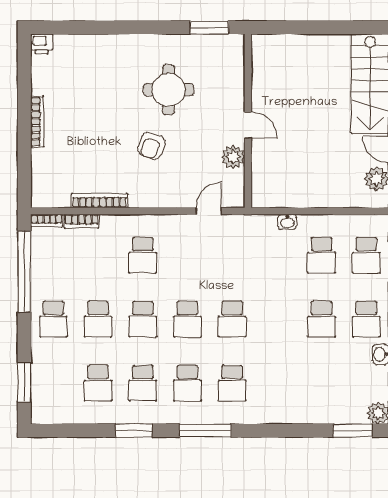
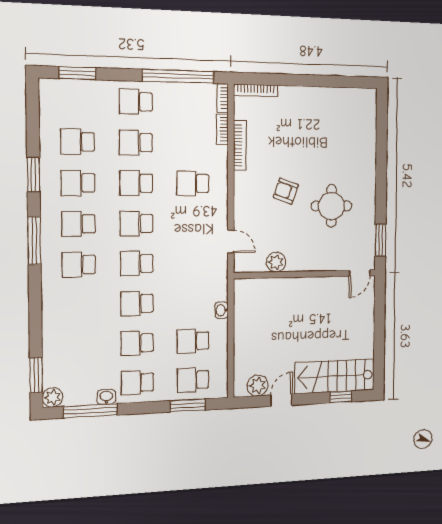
printer: (42, 44) -> (369, 98), removed
bookcase: (37, 122) -> (256, 90), moved
door: (248, 125) -> (360, 273), moved
school desk: (277, 319) -> (137, 304), added

